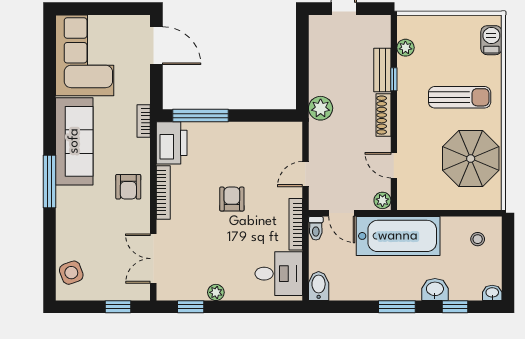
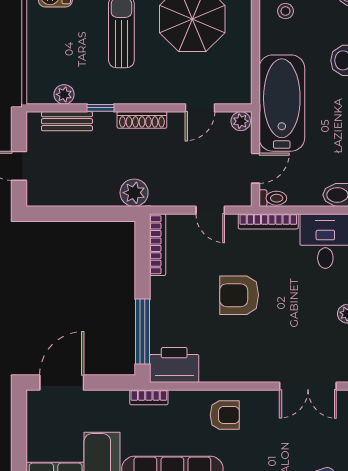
bench: (382, 70) -> (67, 121), moved
bookcase: (163, 192) -> (158, 245), moved, turned 90
armchair: (232, 199) -> (239, 295), width x1.38, depth x1.38

